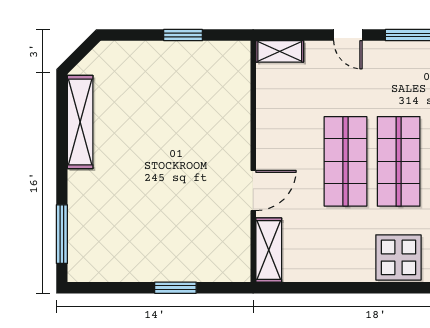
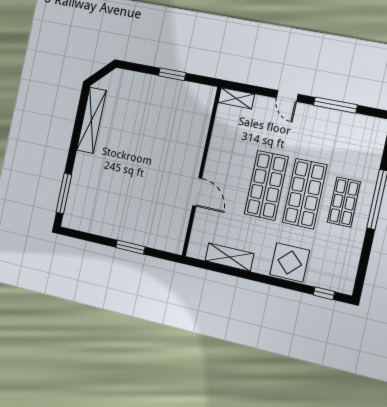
door: (253, 190) -> (197, 192), hinge flipped
shelving: (269, 250) -> (229, 257), moved, turned 90

